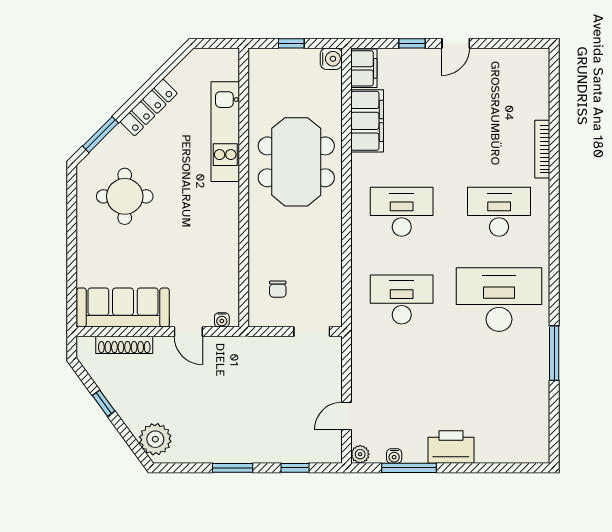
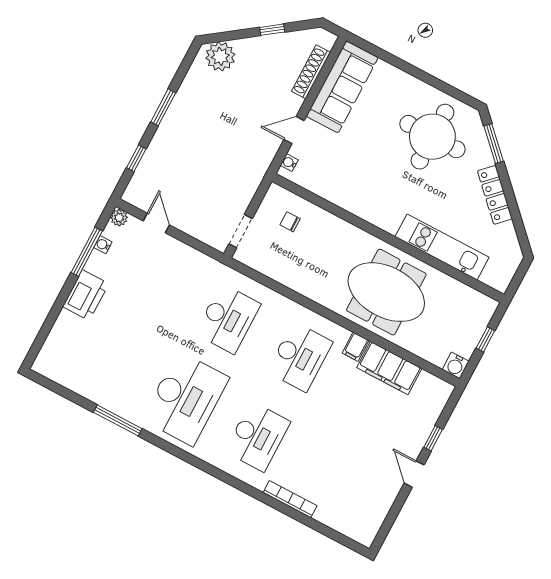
filing cabinet: (364, 68) -> (356, 347), moved, width x0.50
round table: (125, 196) -> (432, 137), width x1.36, depth x1.36

